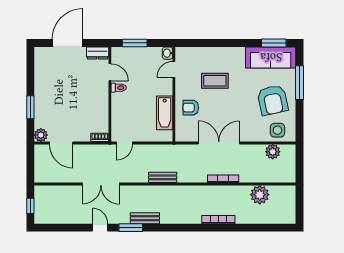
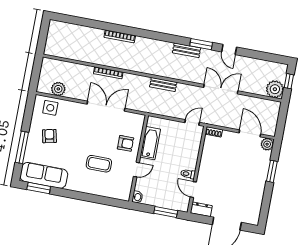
door: (174, 69) -> (136, 170), moved
armchair: (273, 100) -> (49, 136), width x0.53, depth x0.53
double door: (219, 143) -> (106, 106), swing flipped
plant: (260, 195) -> (275, 89), moved

